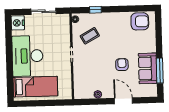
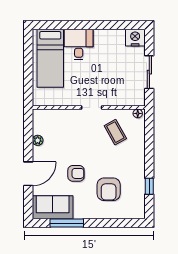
window: (95, 10) -> (149, 186), moved
armchair: (140, 21) -> (109, 189), moved
desk: (27, 56) -> (79, 44), width x0.53, depth x0.77
sofa: (148, 68) -> (53, 207), moved

